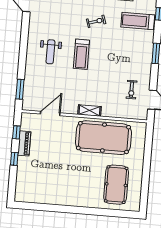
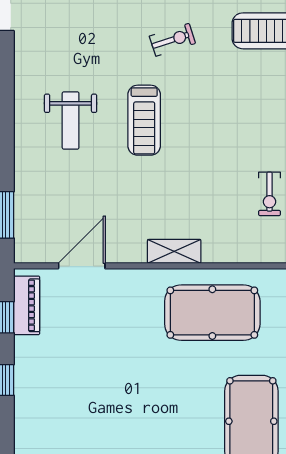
pool table: (103, 138) -> (212, 313), width x0.73, depth x0.76
piano: (24, 143) -> (27, 305), moved

